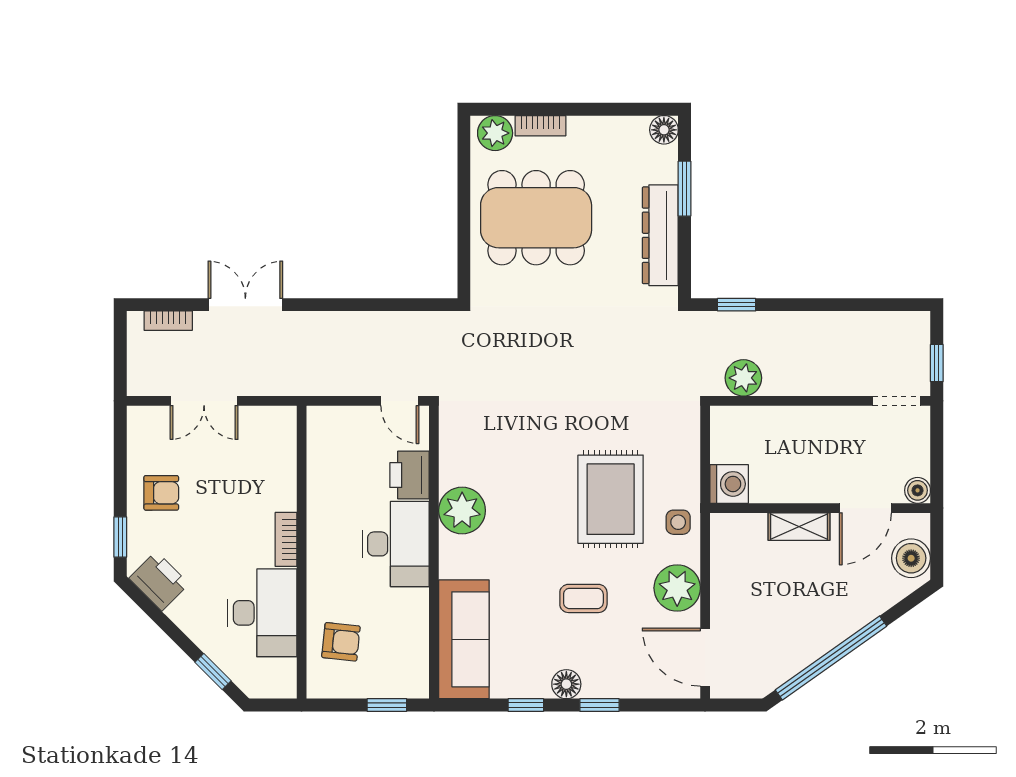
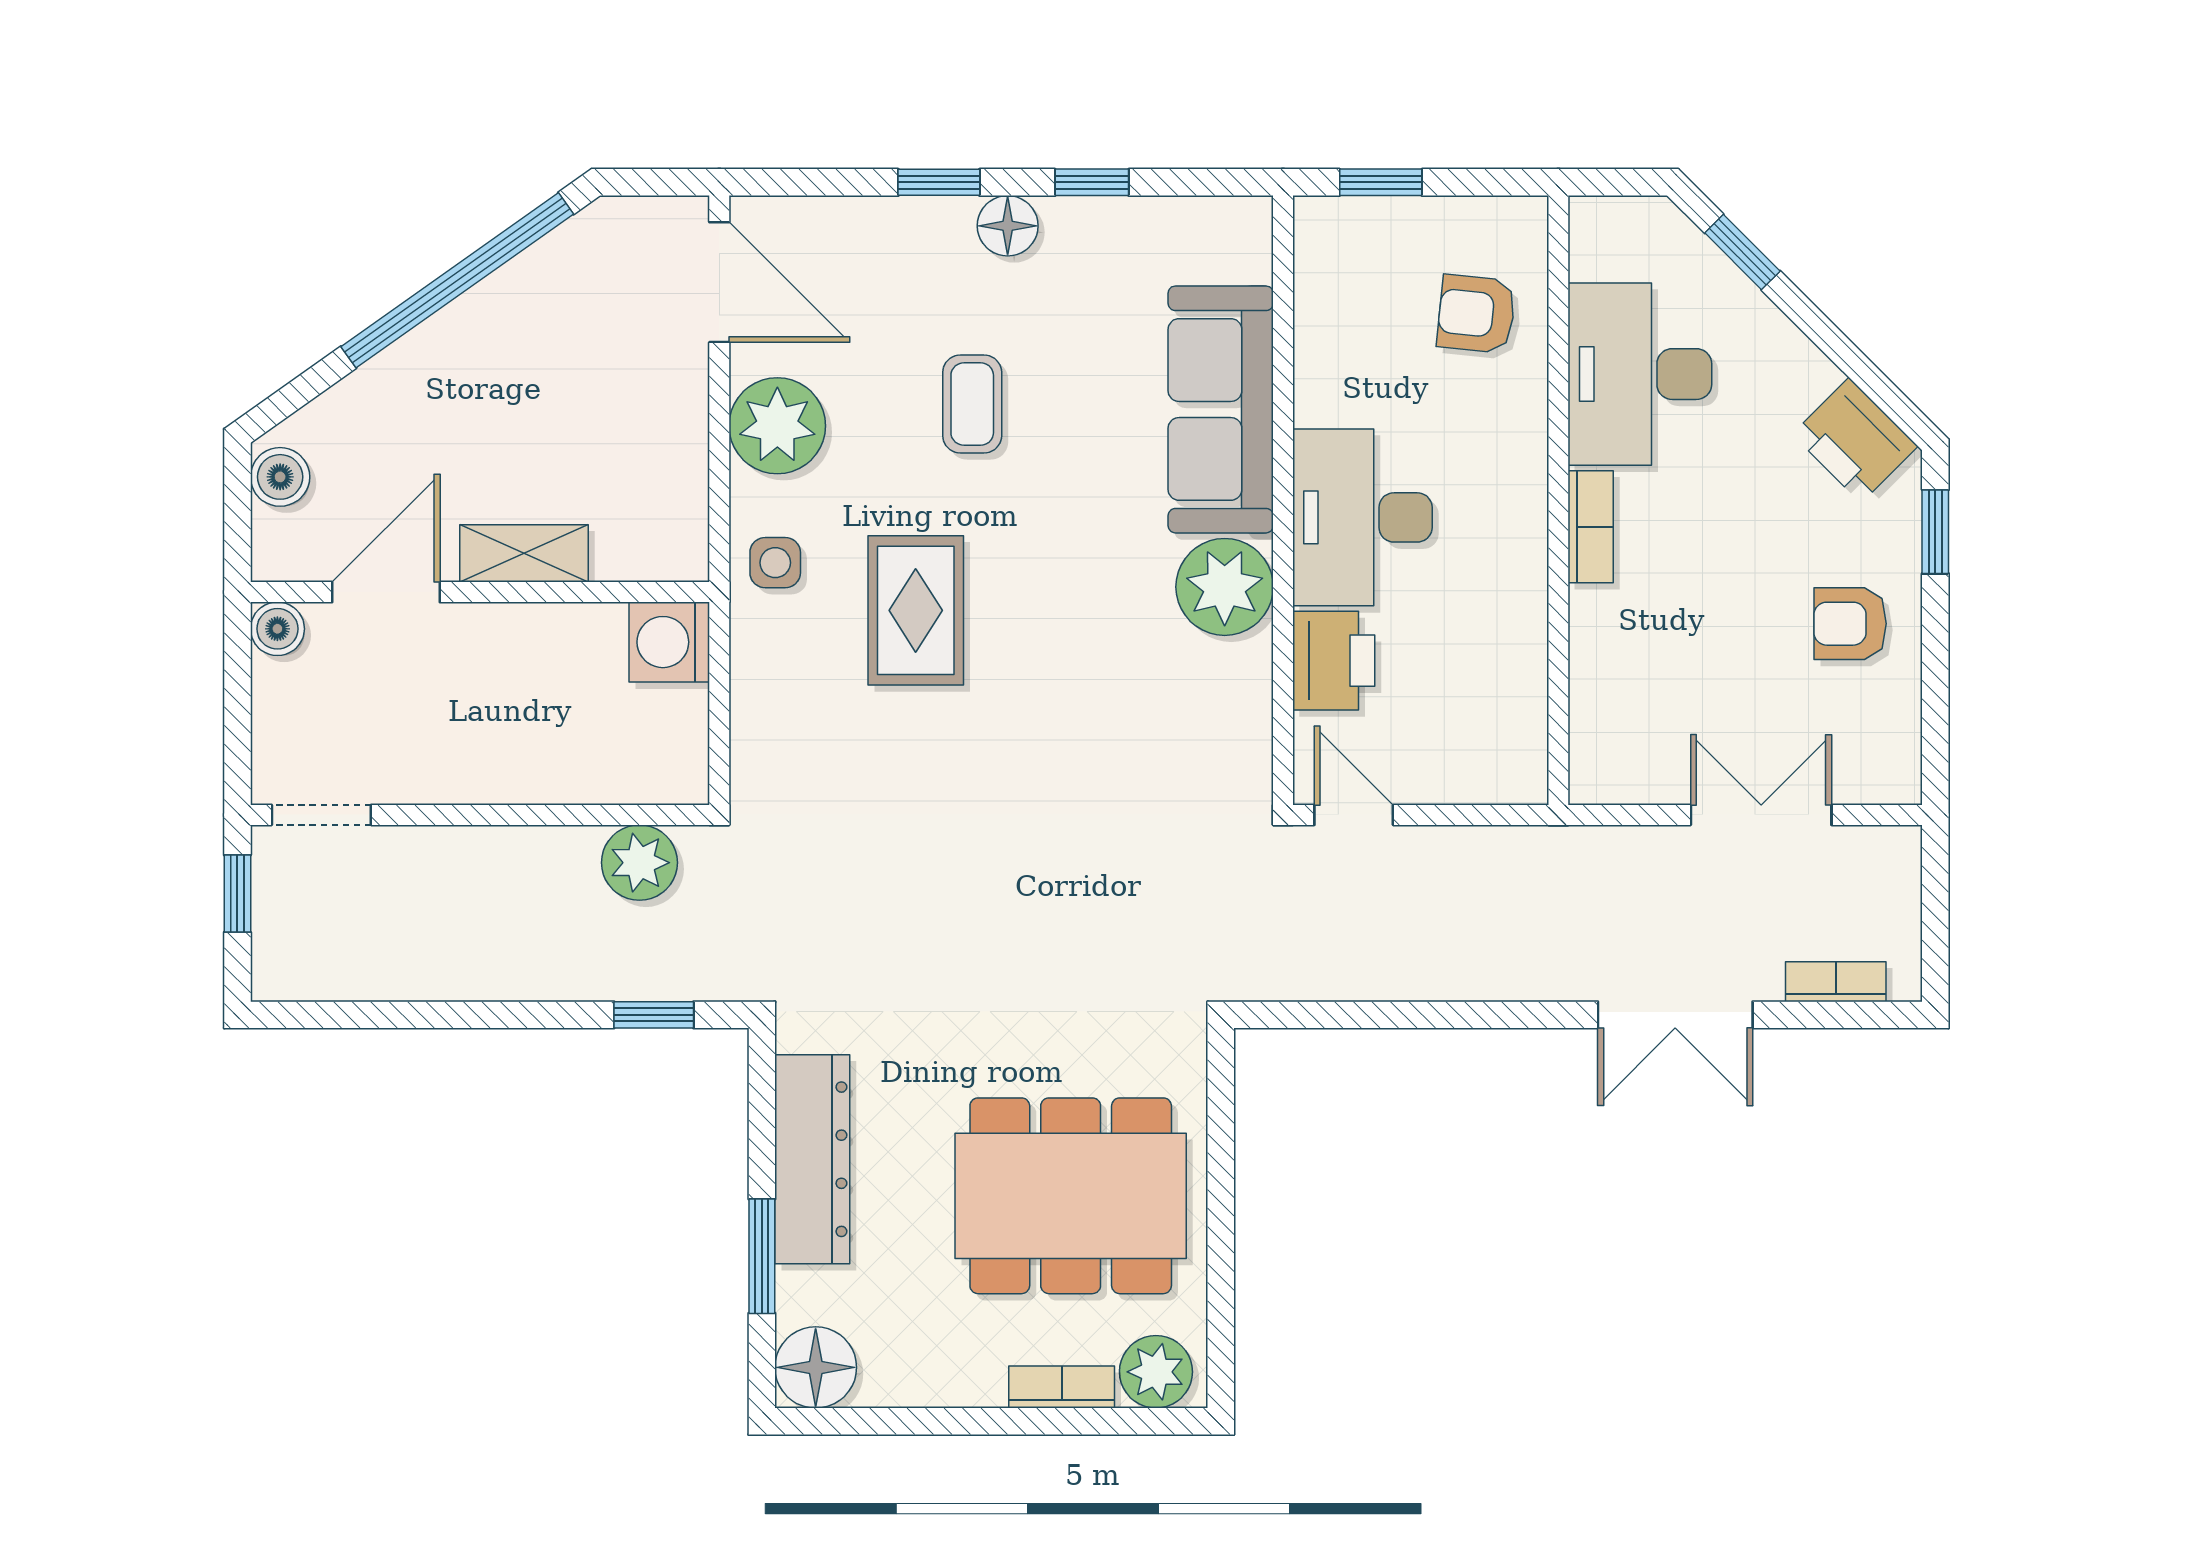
floor lamp: (664, 130) -> (816, 1367), width x1.38, depth x1.38
rug: (611, 499) -> (916, 610), width x0.73, depth x0.70
boiler: (911, 558) -> (280, 477), width x0.73, depth x0.73
coffee table: (583, 598) -> (972, 404), turned 90
sofa: (464, 639) -> (1221, 409), moved

